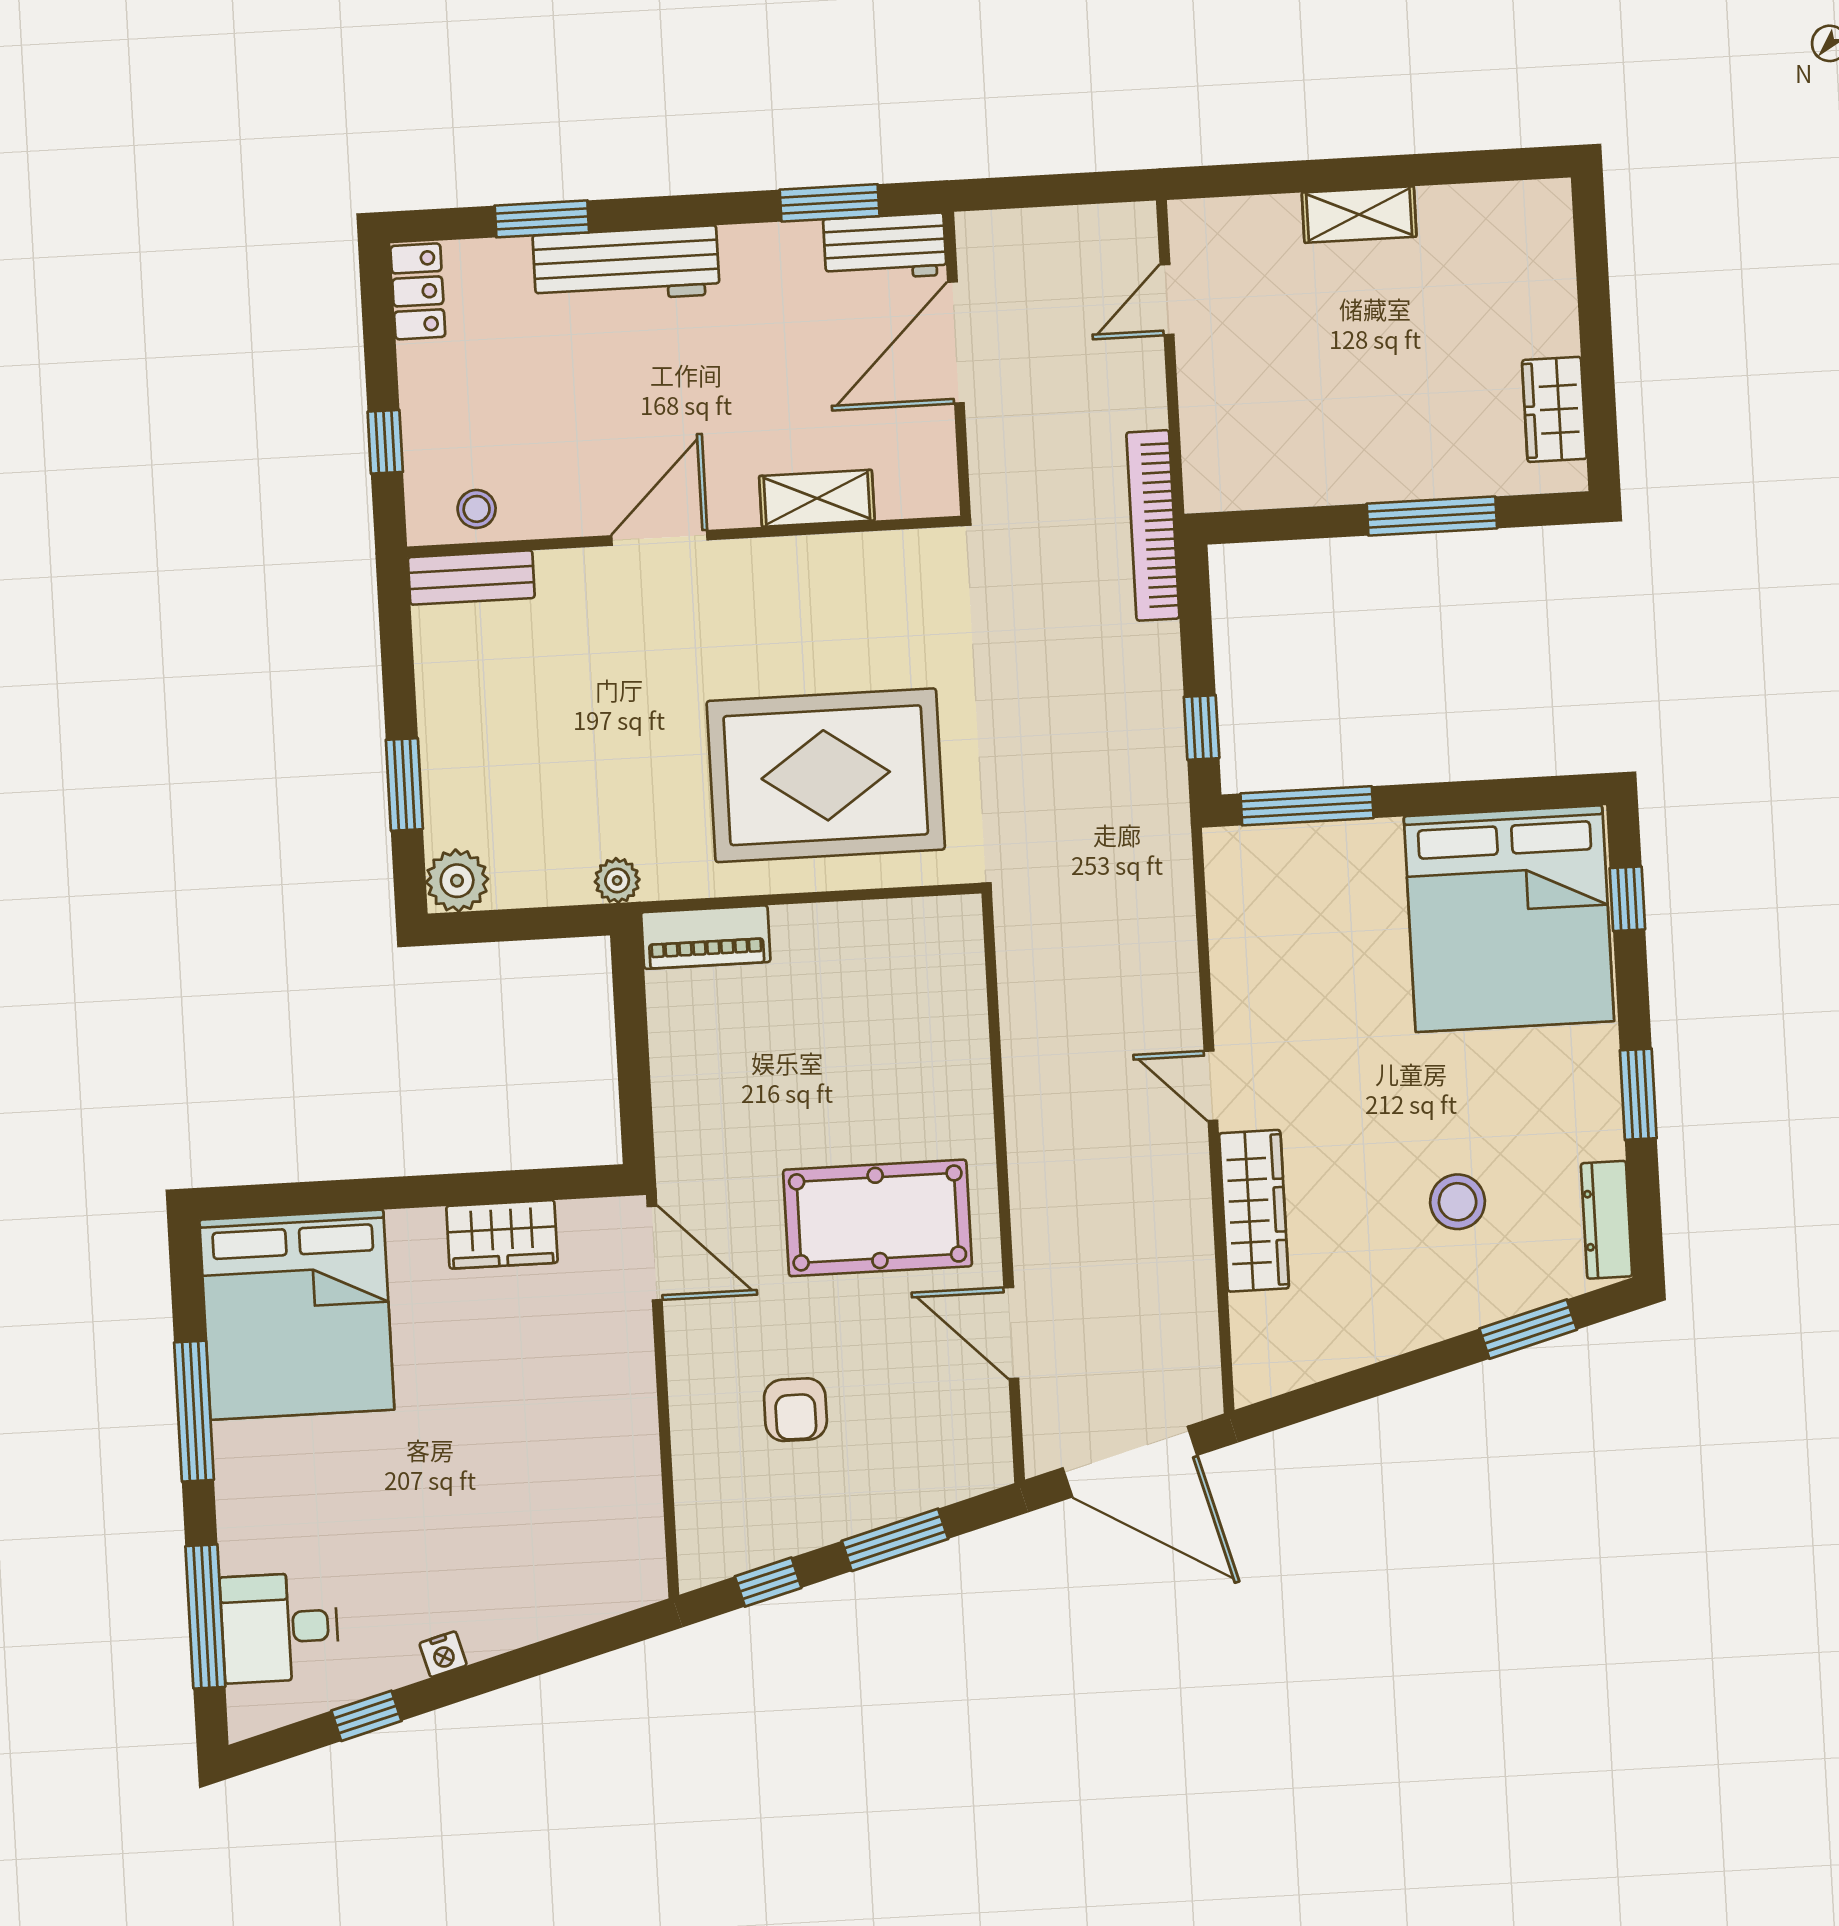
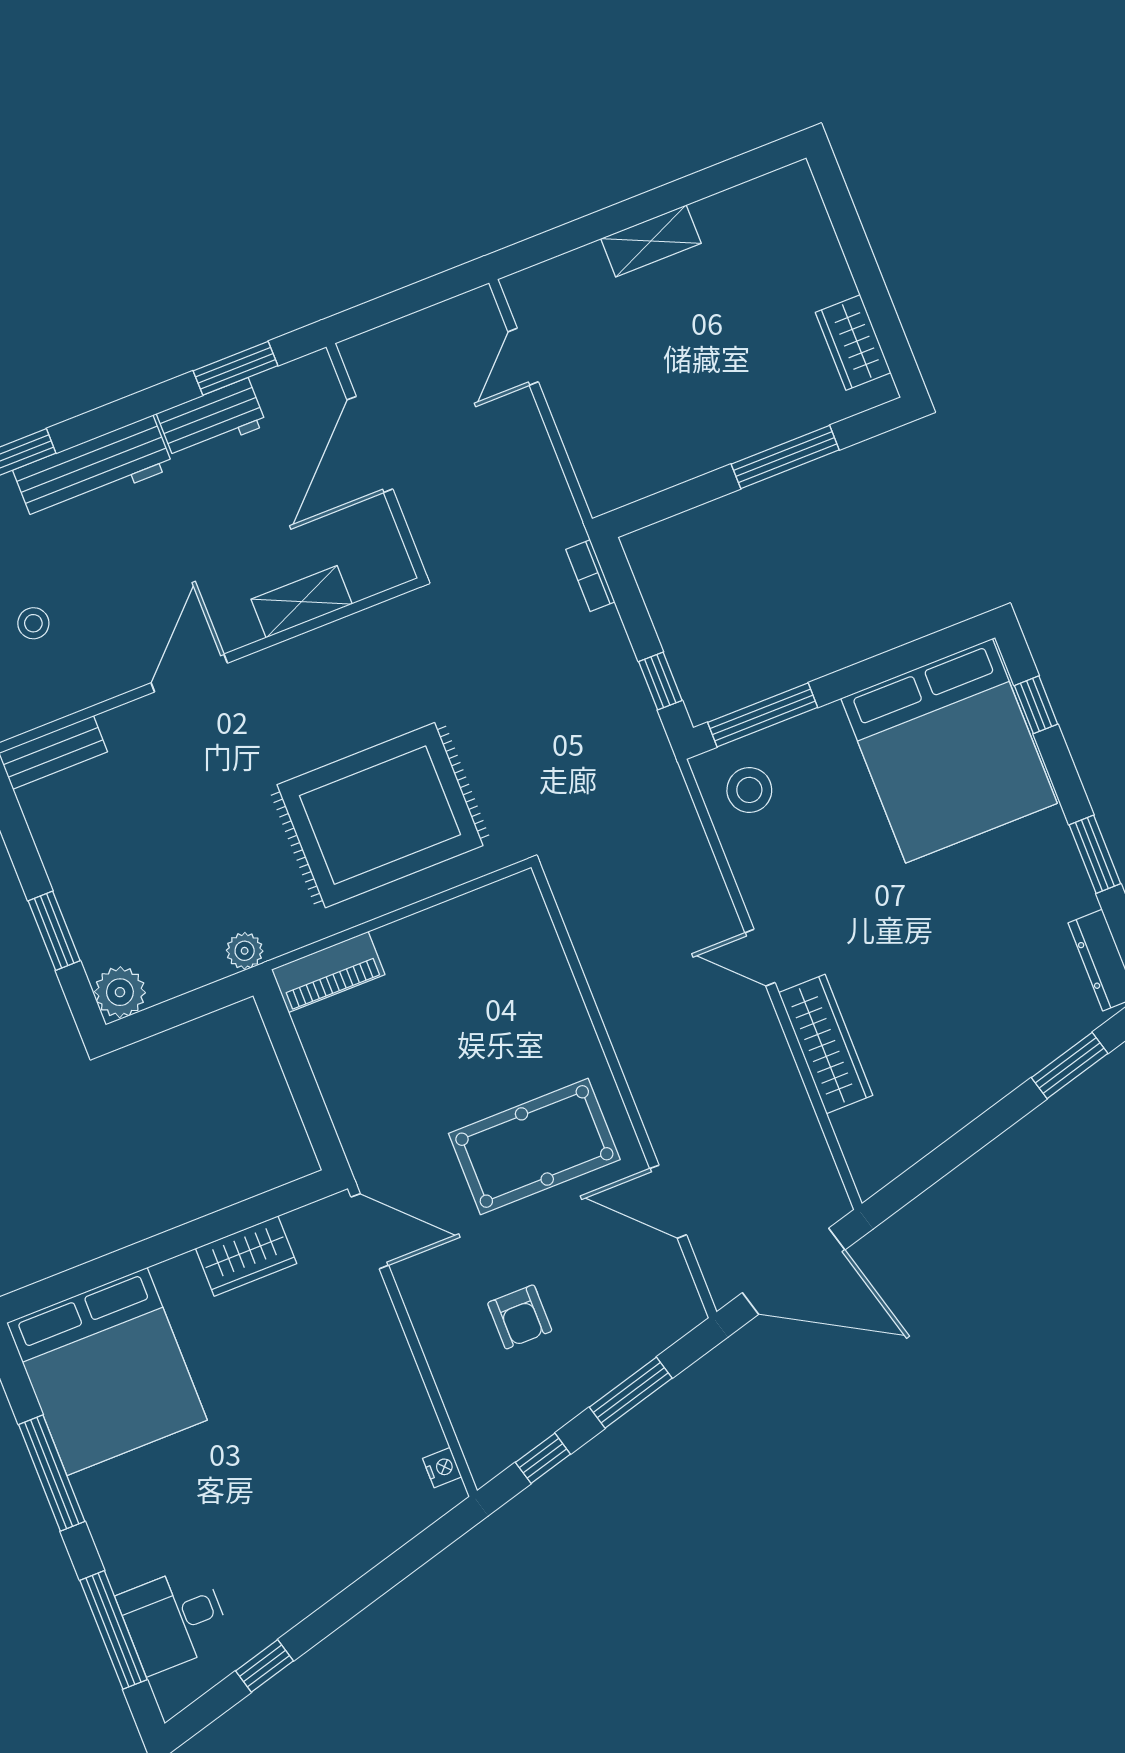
workbench: (885, 247) -> (211, 419), moved
stool: (477, 509) -> (33, 623), moved
bookcase: (1153, 525) -> (590, 576), width x0.43, depth x0.76
stool: (1458, 1202) -> (749, 790), moved
nightstand: (443, 1654) -> (442, 1468), moved, turned -75

